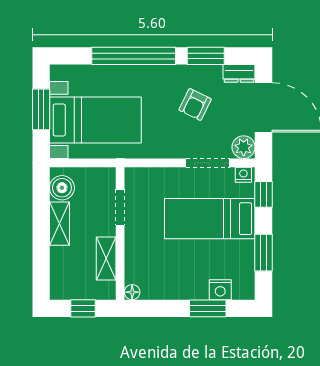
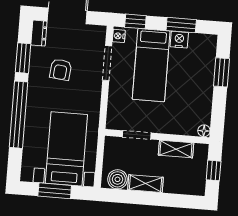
armchair: (195, 105) -> (61, 70), turned 70
plant: (244, 147) -> (97, 34), removed
nightstand: (220, 290) -> (179, 40), moved, turned -90

